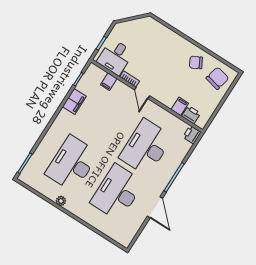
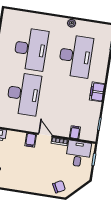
chair: (196, 62) -> (59, 187), moved
filing cabinet: (74, 101) -> (97, 92), moved
filing cabinet: (180, 106) -> (31, 140), moved

